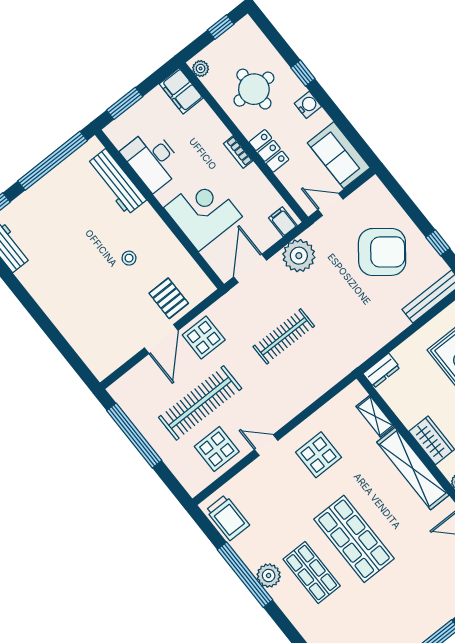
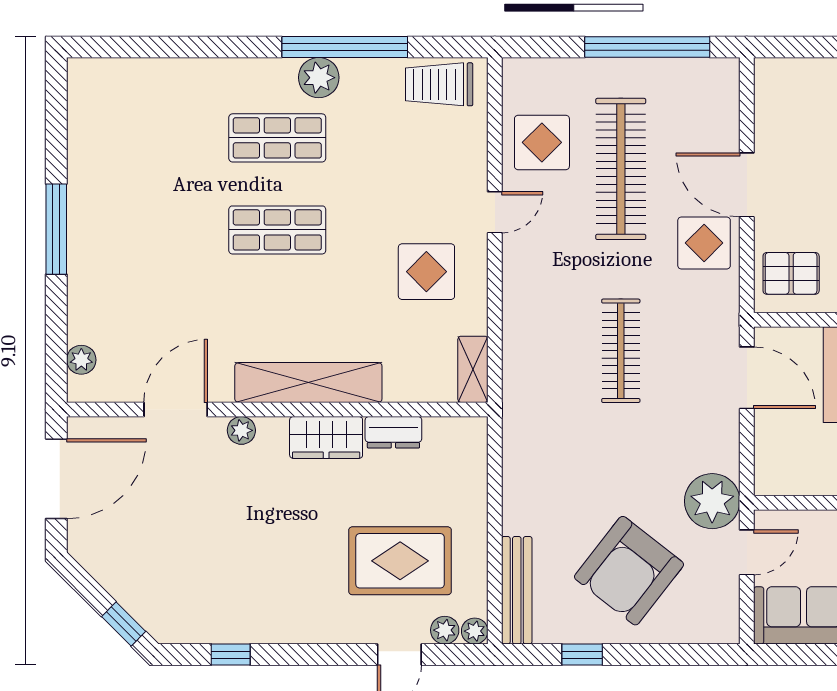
filing cabinet: (283, 222) -> (774, 471), removed
plant: (299, 256) -> (712, 501), moved
pallet: (169, 298) -> (791, 273), moved
dresser: (382, 370) -> (393, 432), moved, turned -90
shelving: (375, 416) -> (473, 369), moved, turned 90
shop shelf: (354, 539) -> (277, 230), width x0.70, depth x0.74

